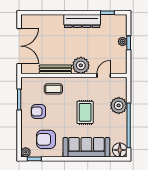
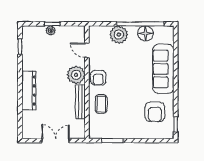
dresser: (82, 21) -> (29, 91), moved
double door: (19, 46) -> (56, 141), width x0.73
armchair: (38, 111) -> (98, 78), moved
rug: (85, 112) -> (126, 70), removed
floor lamp: (120, 150) -> (146, 33), moved
plant: (26, 152) -> (169, 134), removed

